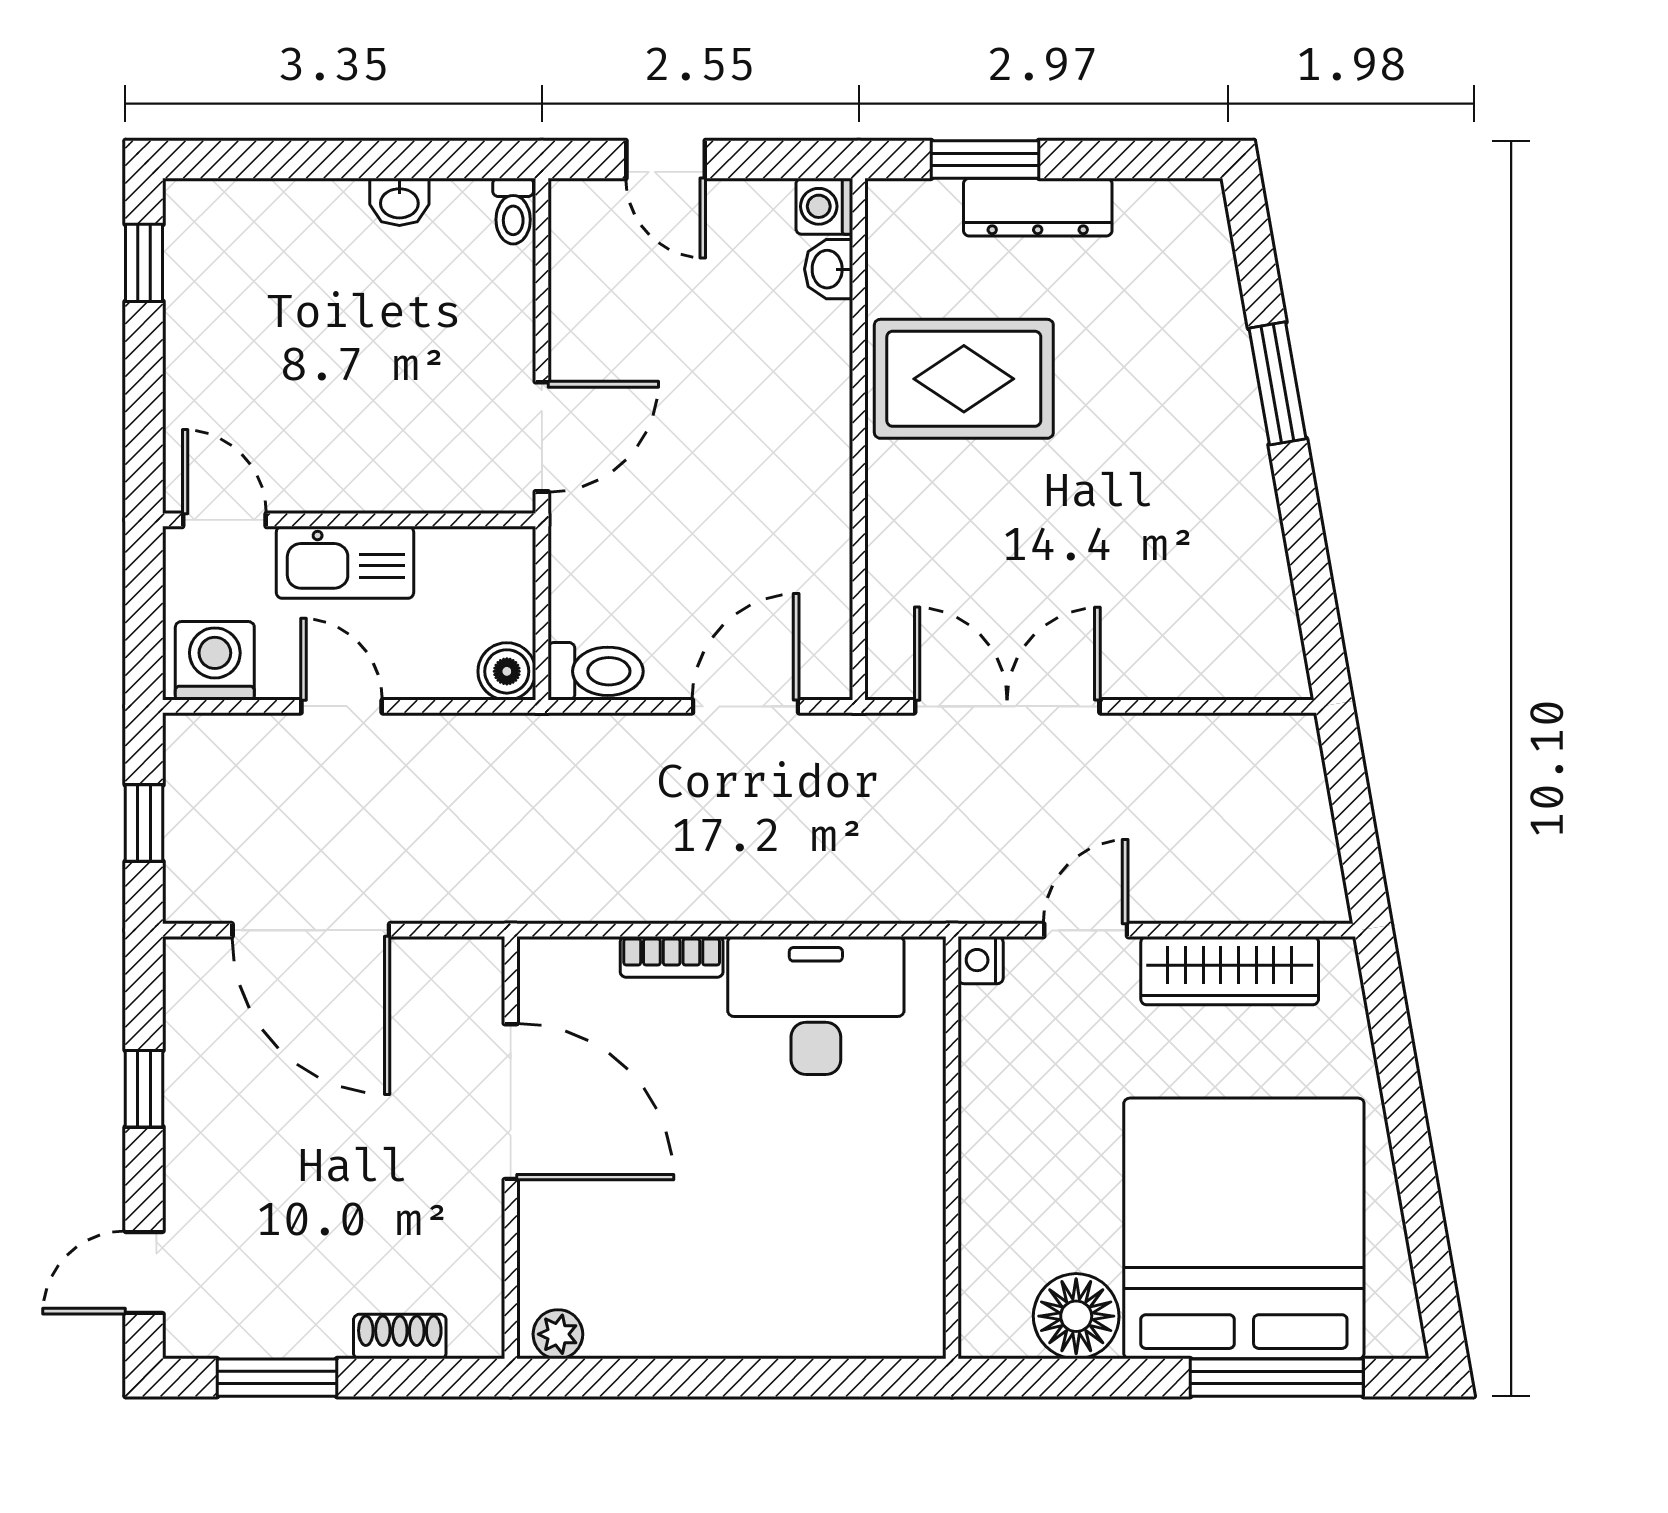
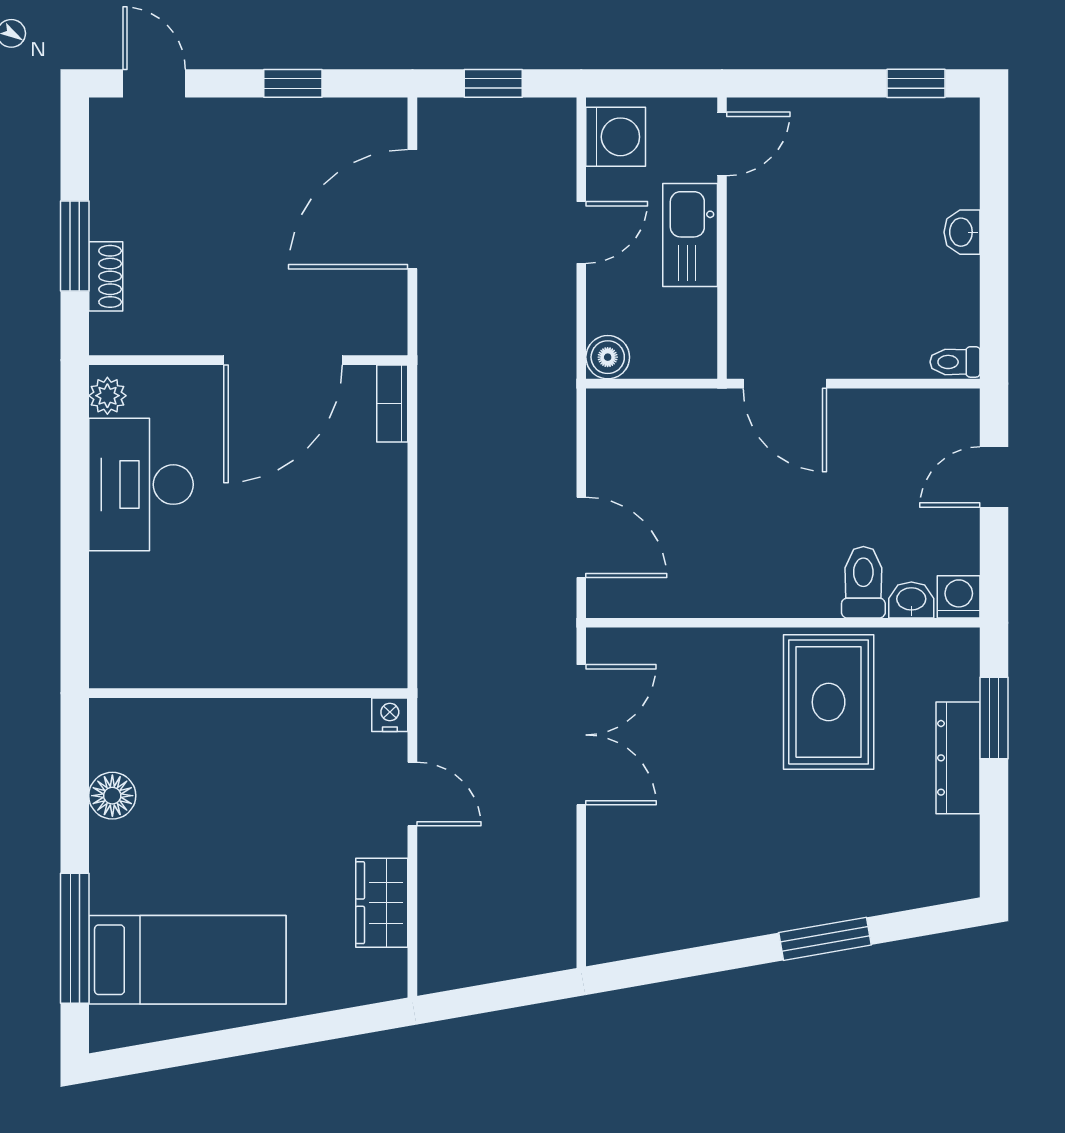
washbasin: (399, 202) -> (962, 232), moved
toilet: (596, 671) -> (863, 582), moved, turned 180
bookcase: (672, 957) -> (392, 404), moved
wardrobe: (1230, 971) -> (382, 903), width x0.67
desk: (816, 1005) -> (141, 485), moved, turned 180
bed: (1244, 1228) -> (187, 960), width x0.49
floor lamp: (1076, 1316) -> (112, 796), width x0.73, depth x0.73
window: (277, 1378) -> (75, 246), moved

